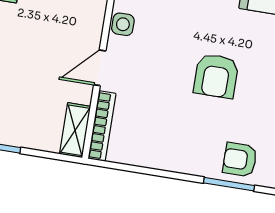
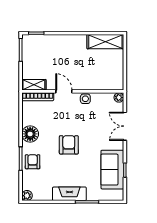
armchair: (216, 76) -> (69, 145), turned 90
floor lamp: (179, 155) -> (30, 134), added

